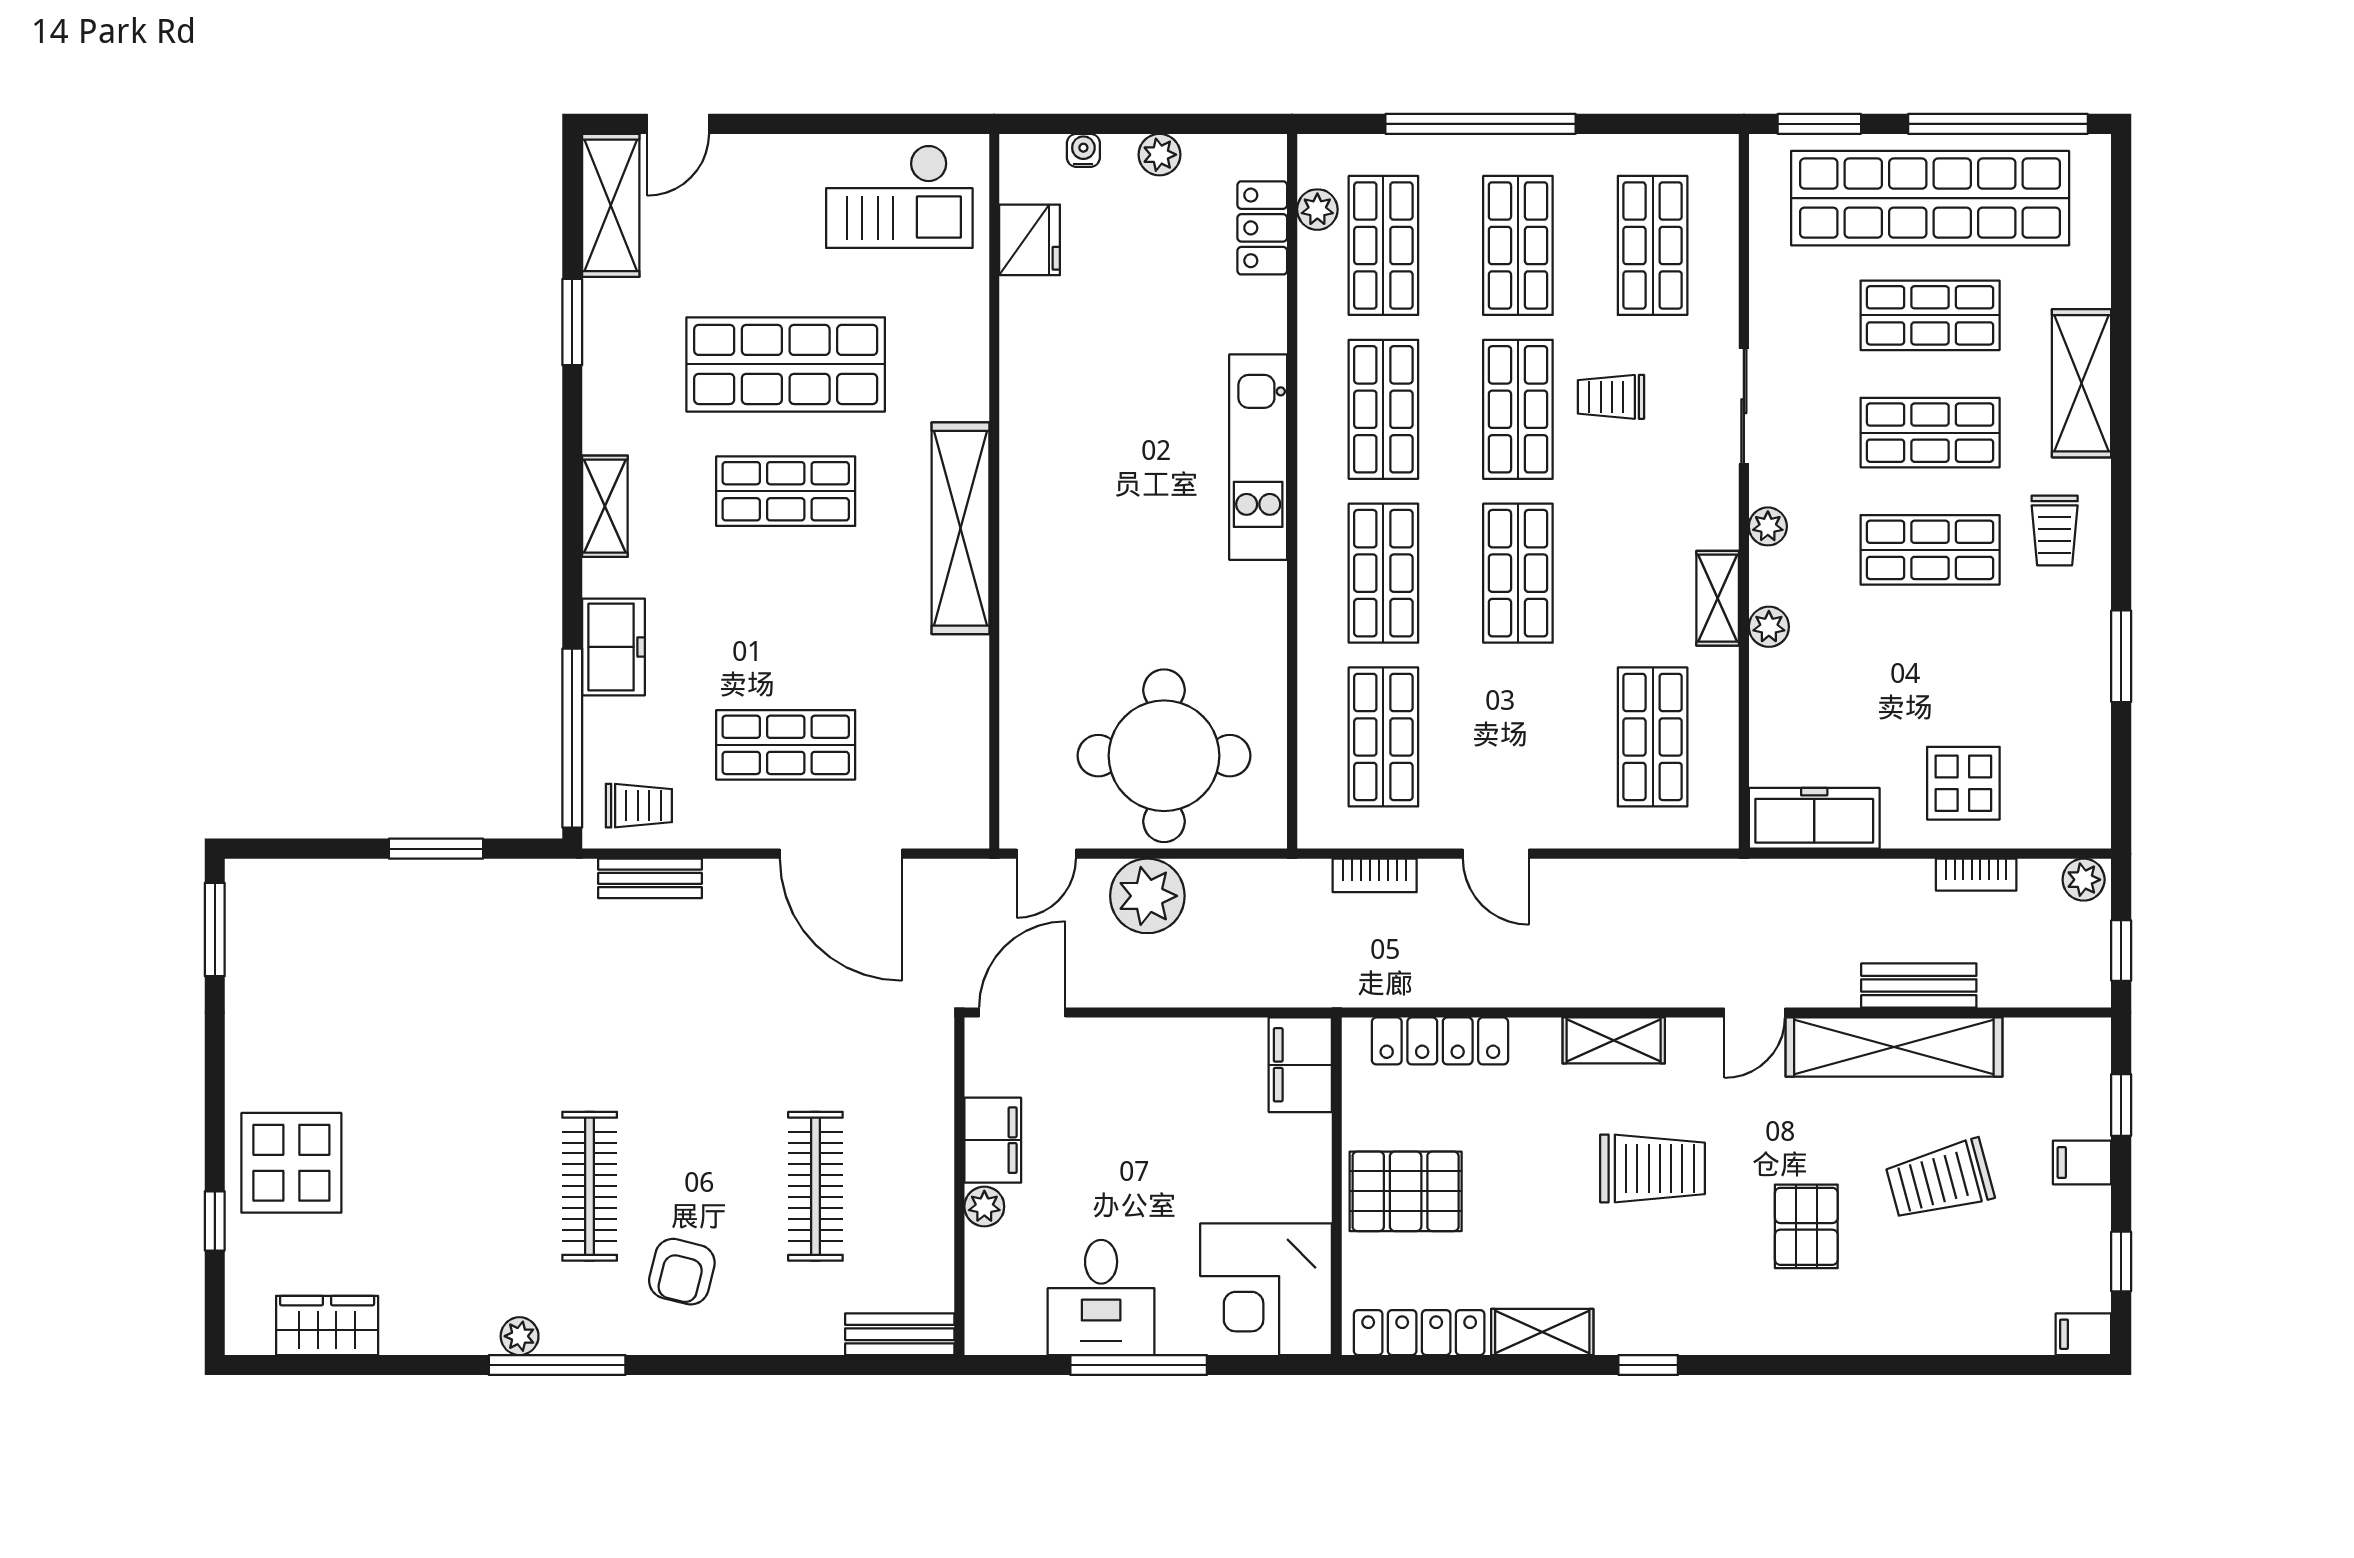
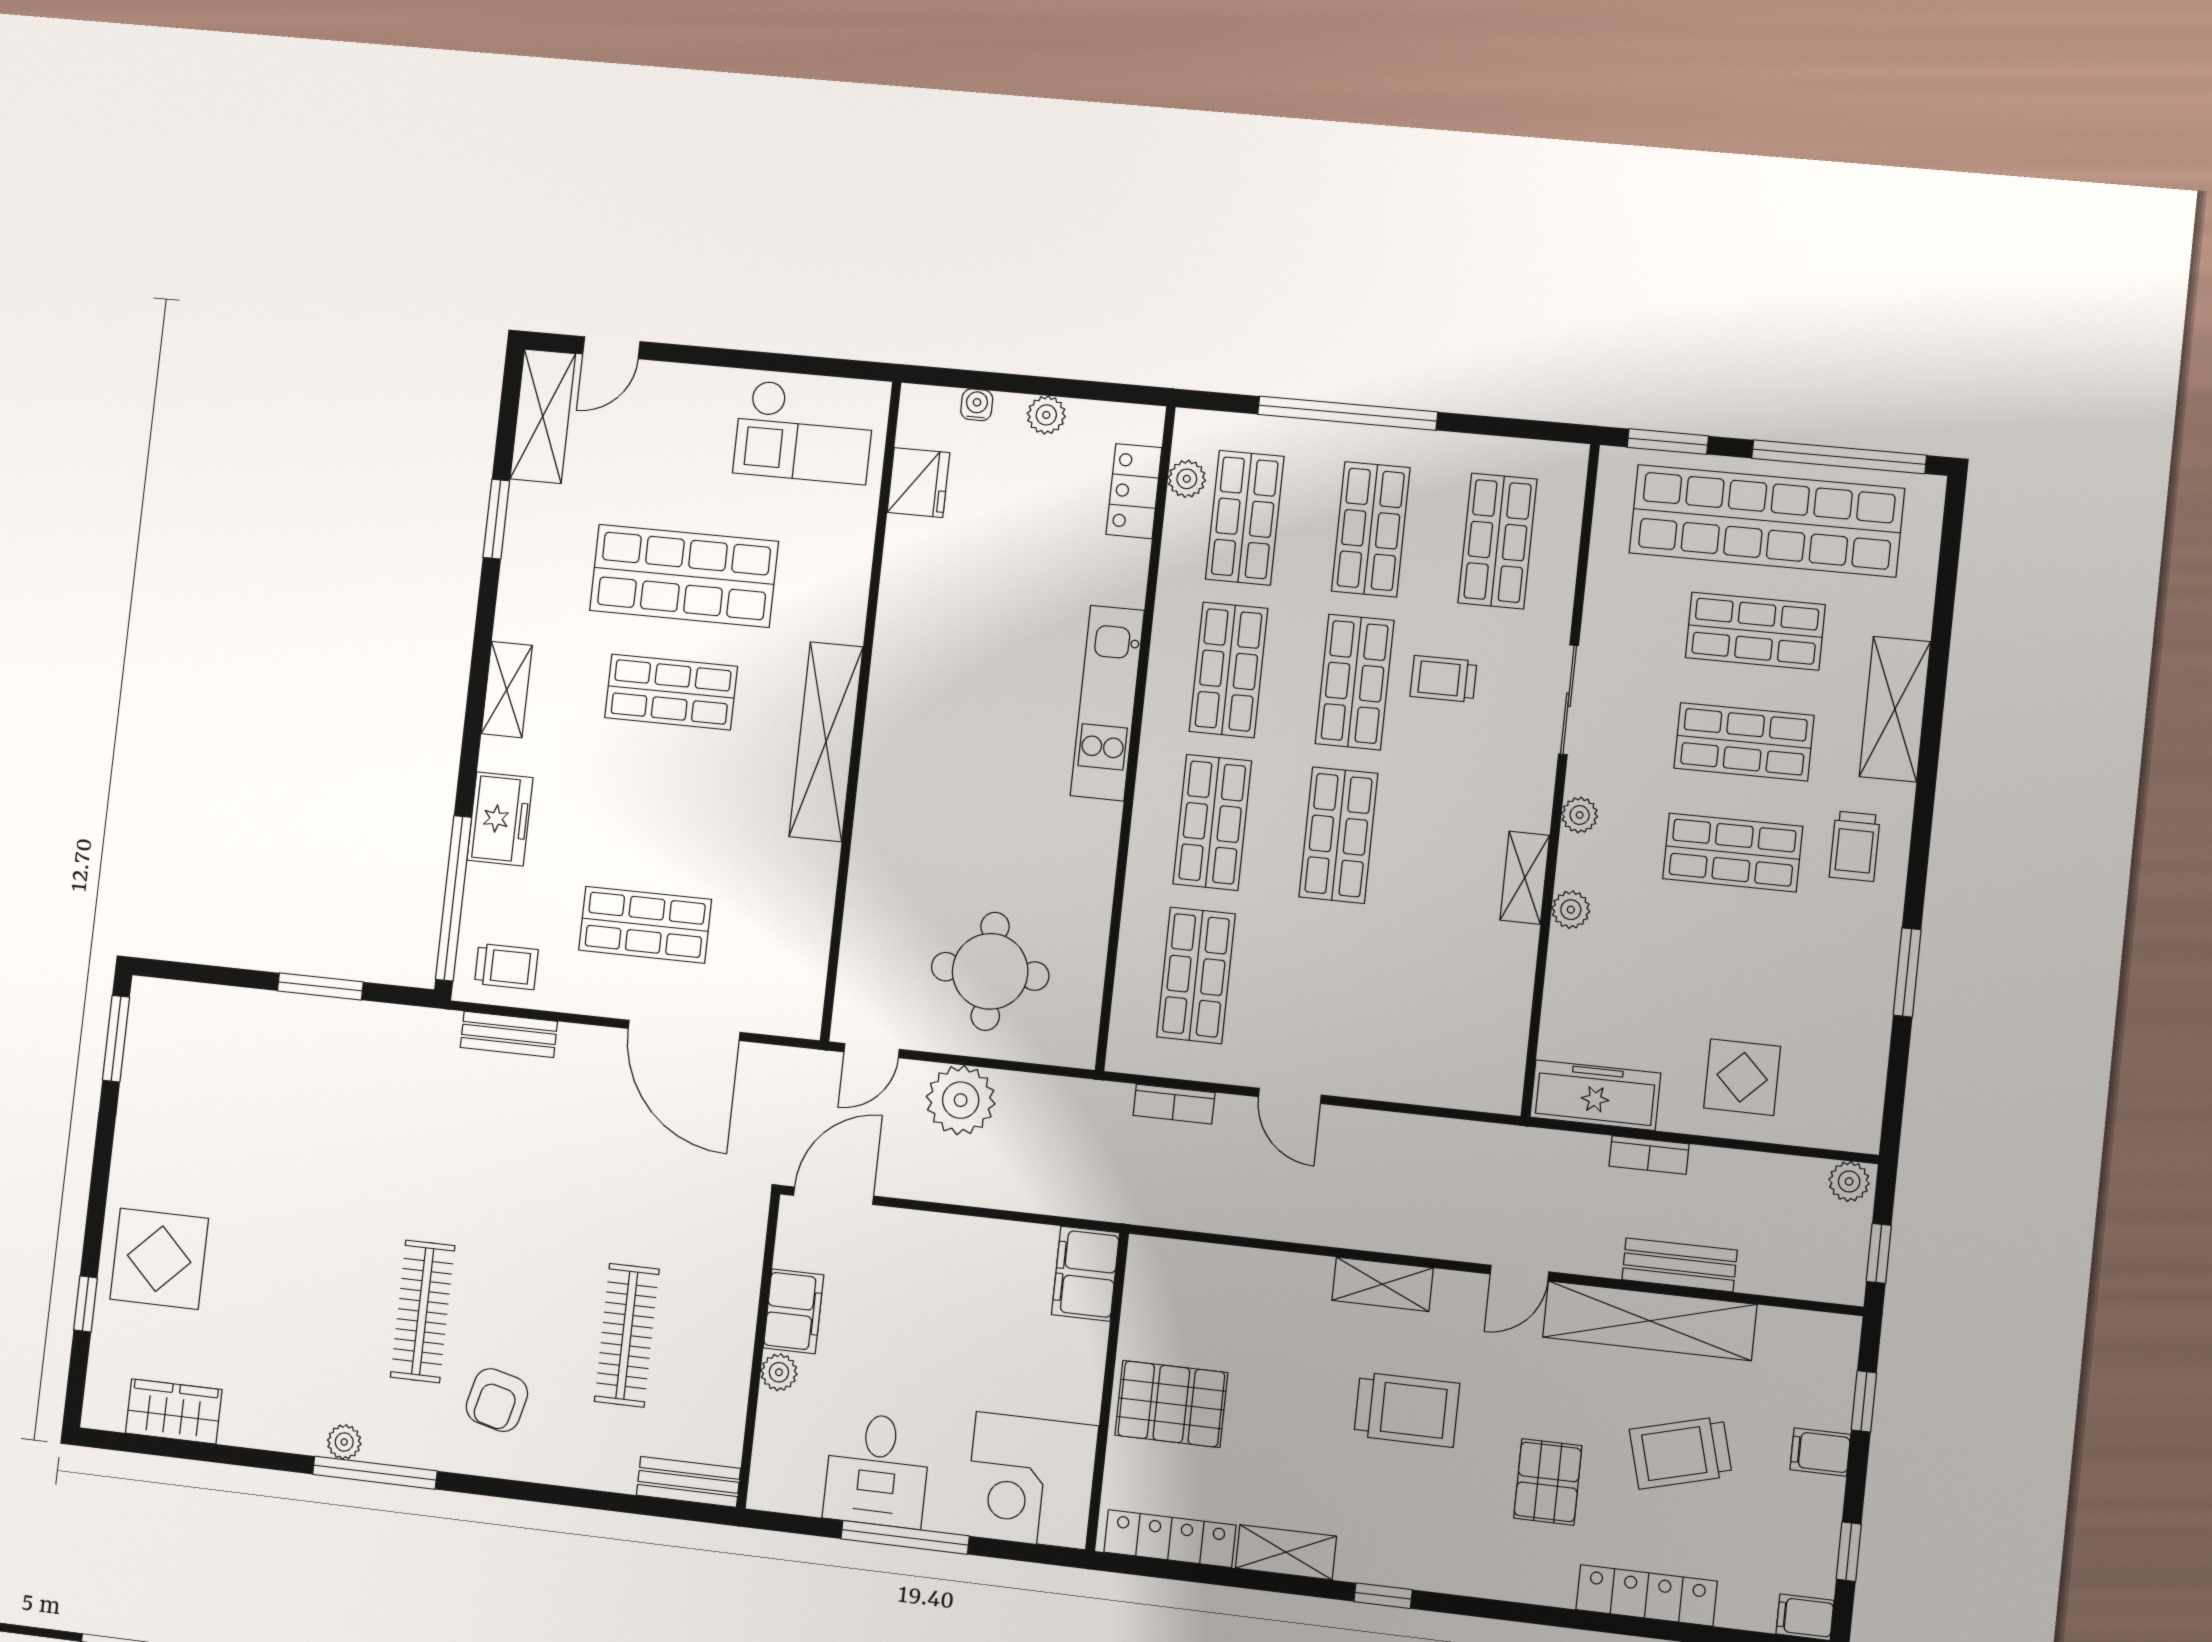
shop shelf: (1653, 737) -> (1449, 1002), removed
round table: (1164, 756) -> (990, 971), width x0.73, depth x0.73
bookcase: (1976, 875) -> (1649, 1155), moved
locker: (1440, 1041) -> (1647, 1595), moved, turned 180

